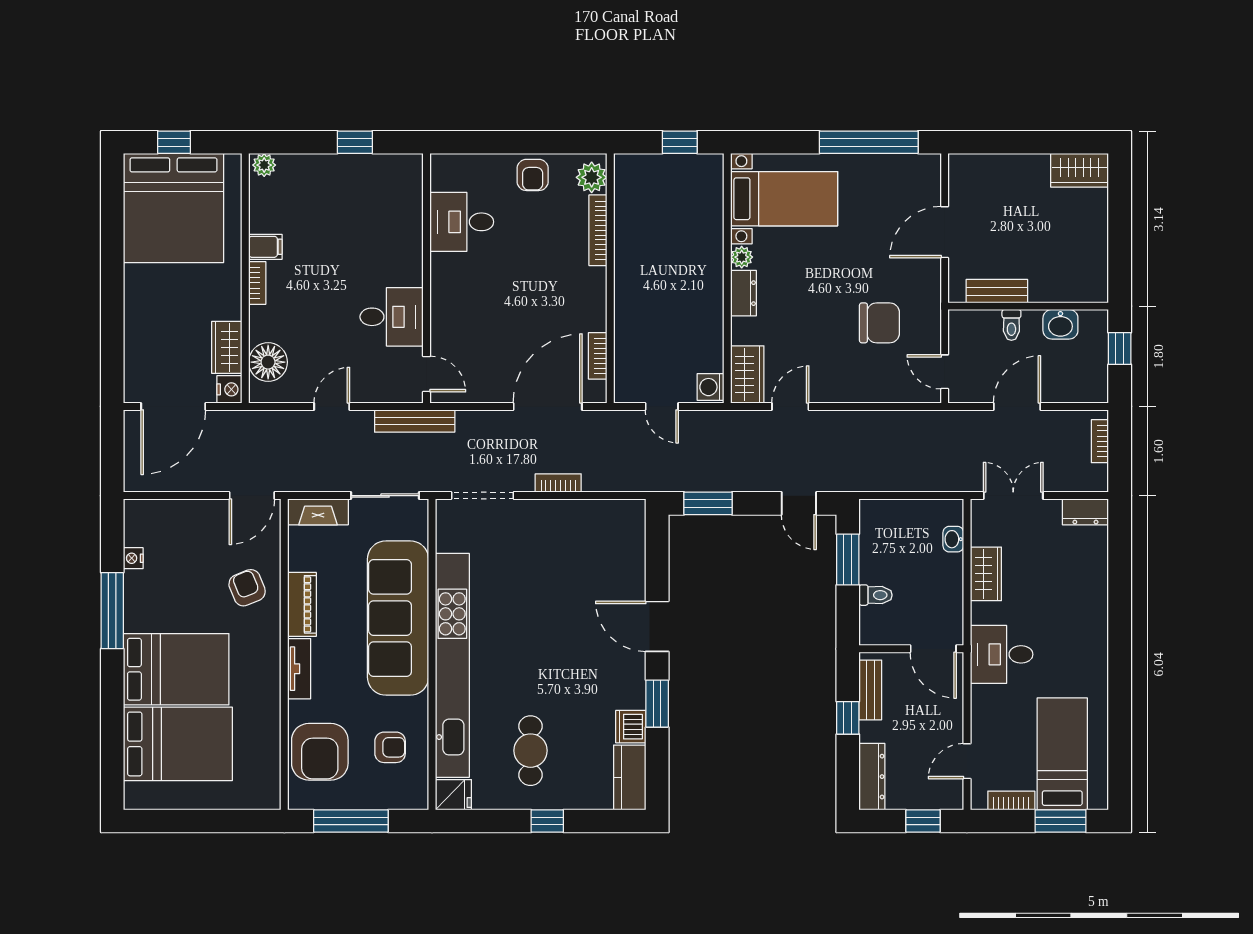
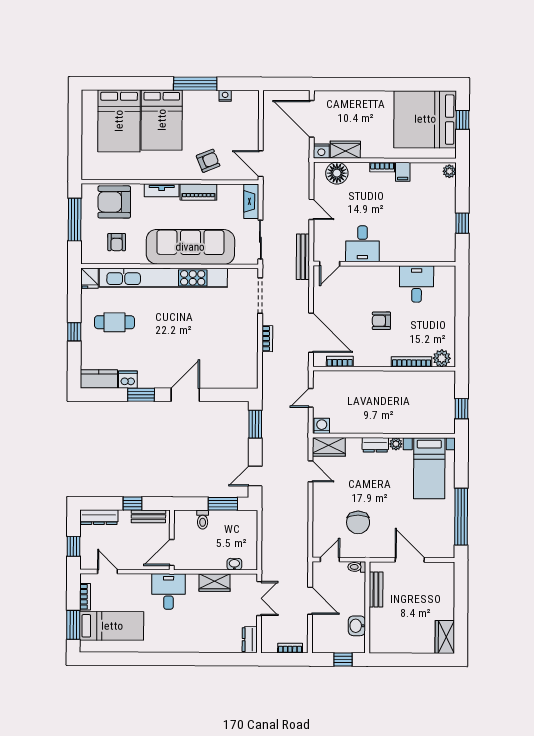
armchair: (533, 175) -> (381, 321), moved
toilet: (1011, 325) -> (357, 567), moved

